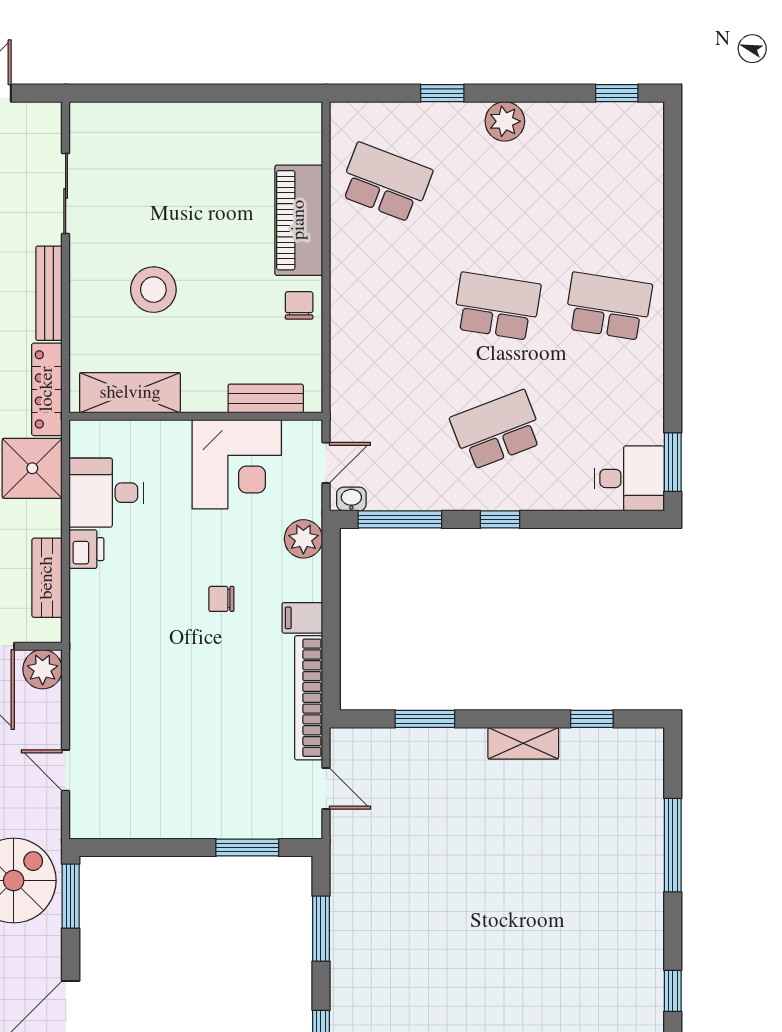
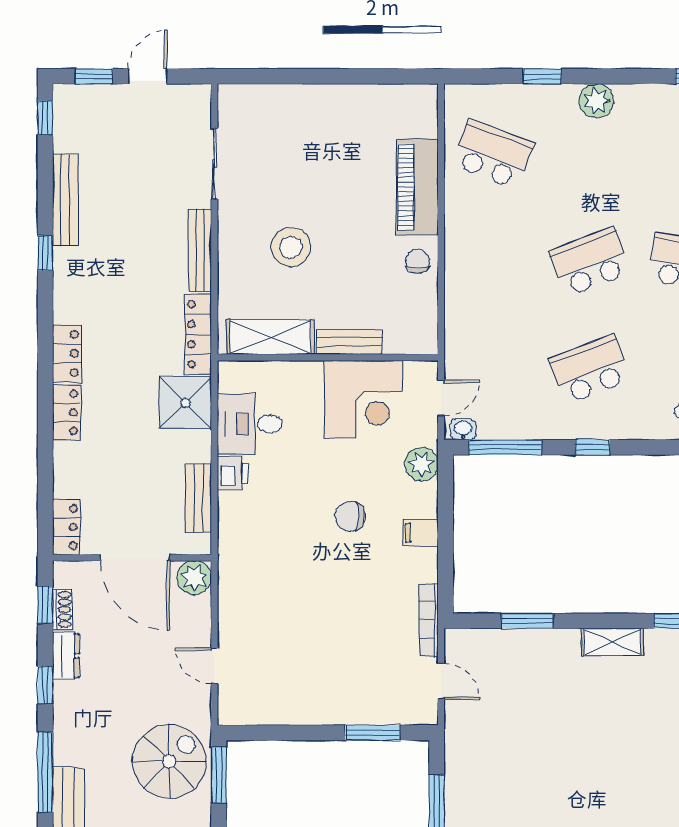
school desk: (497, 306) -> (590, 262), turned -30
bench: (266, 398) -> (349, 342), moved
chair: (221, 599) -> (350, 516), width x1.37, depth x1.37
bookcase: (309, 698) -> (429, 620), width x0.68, depth x0.76

